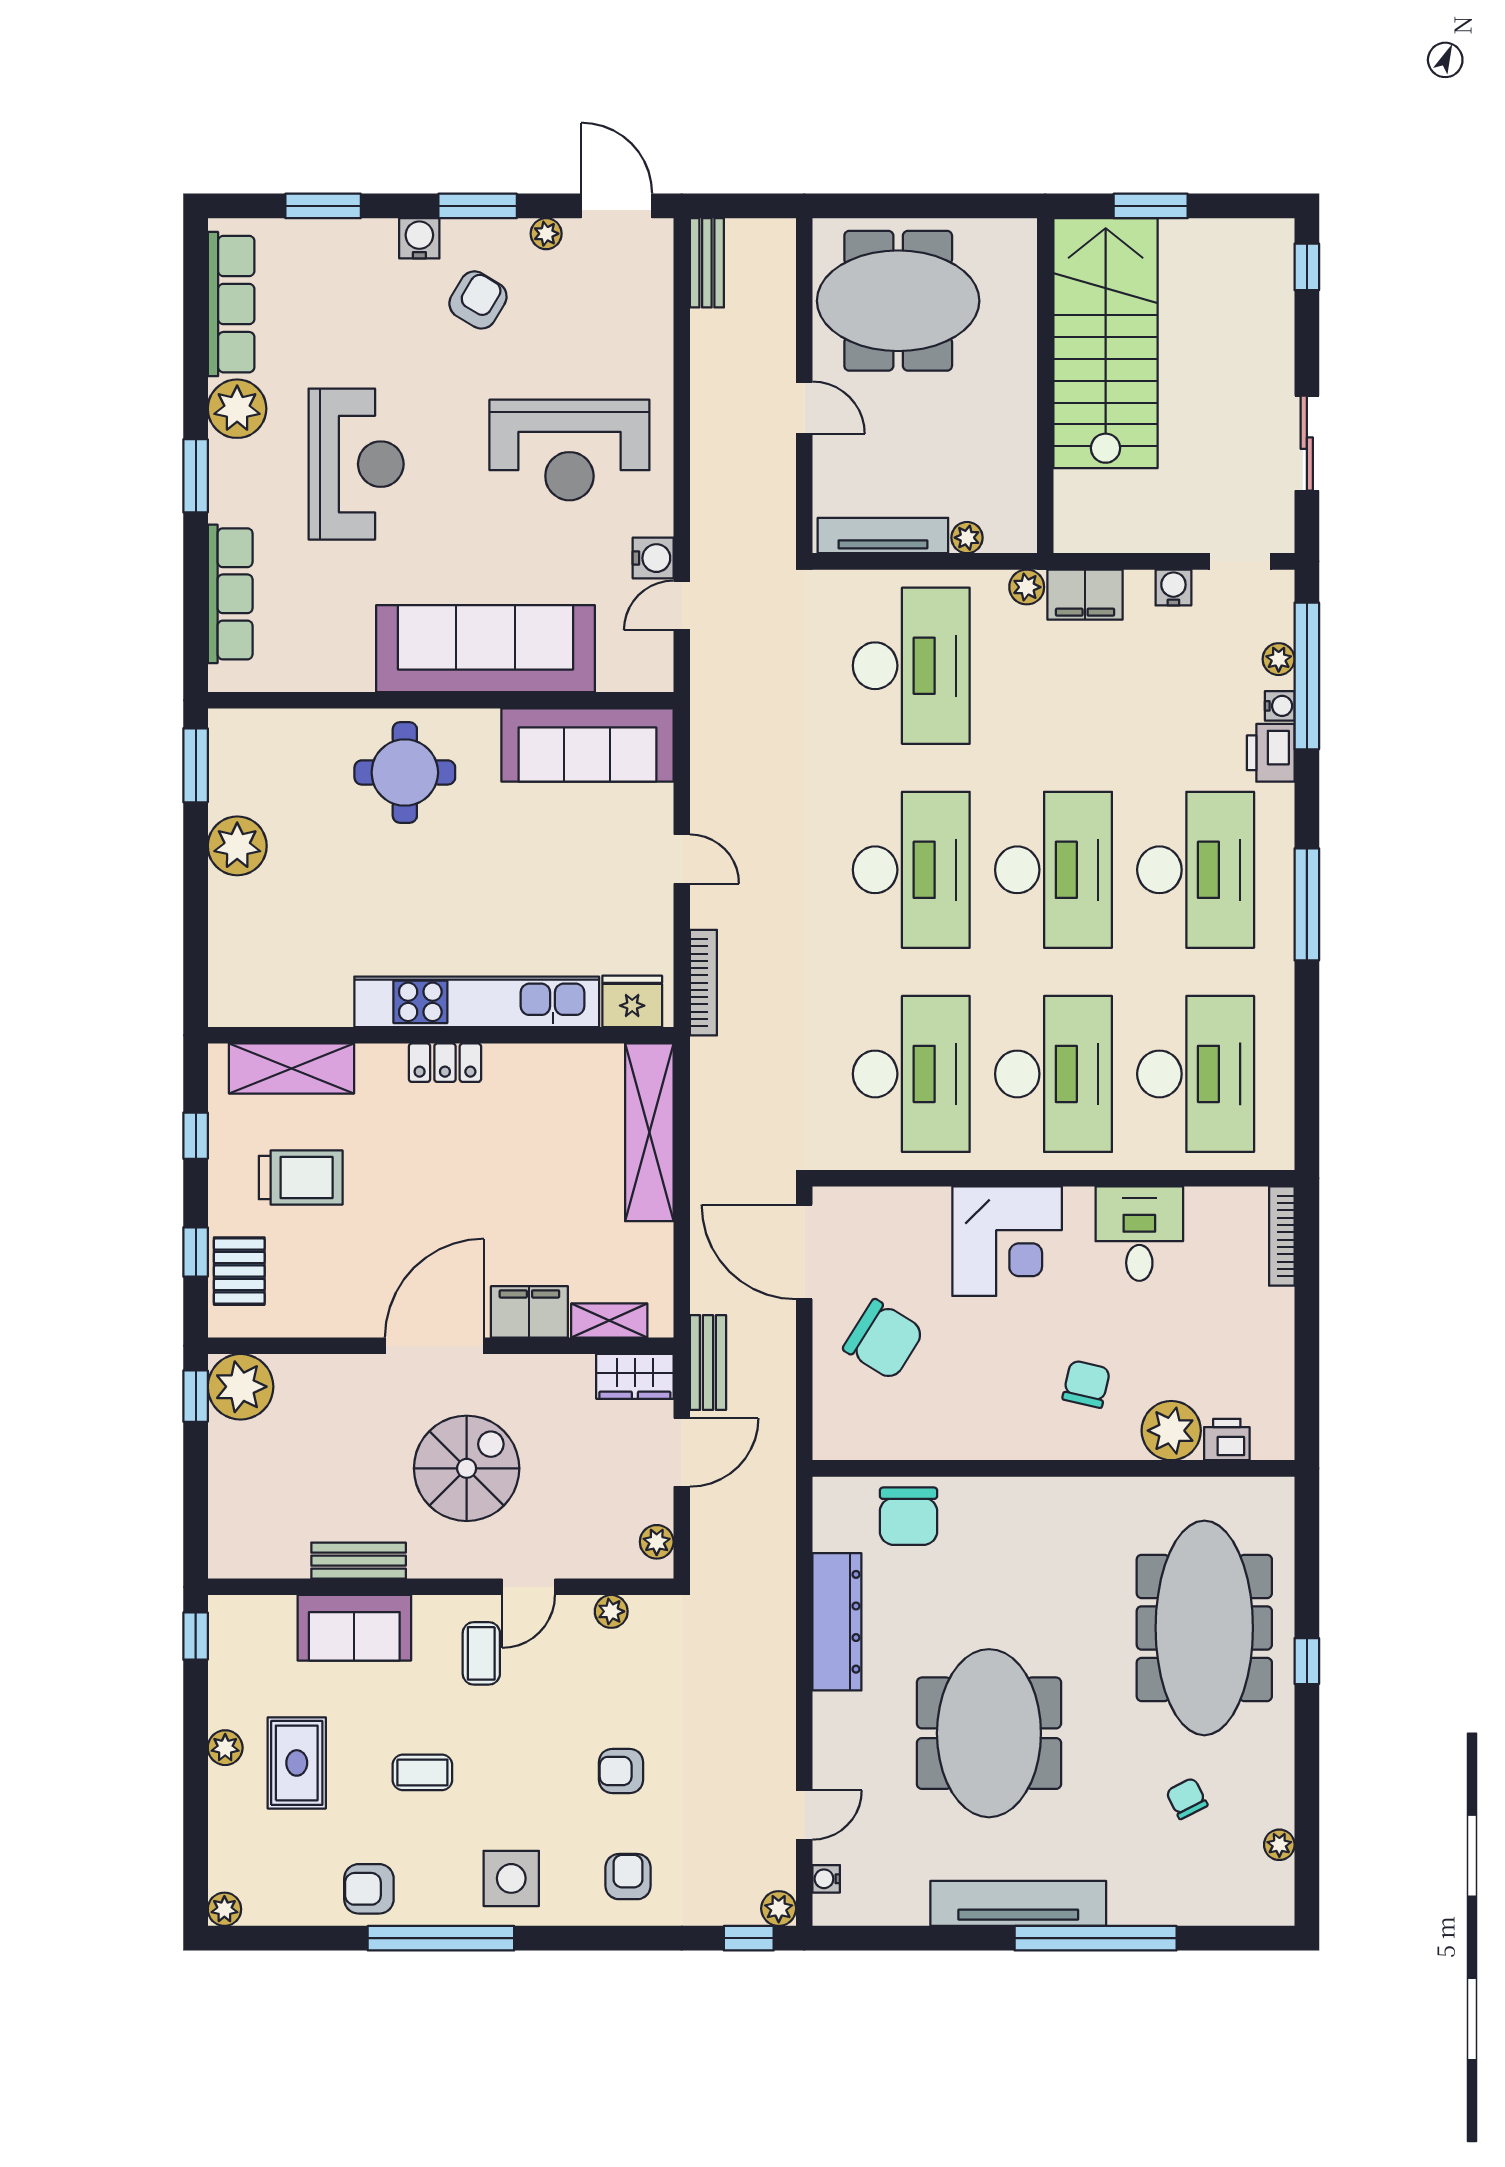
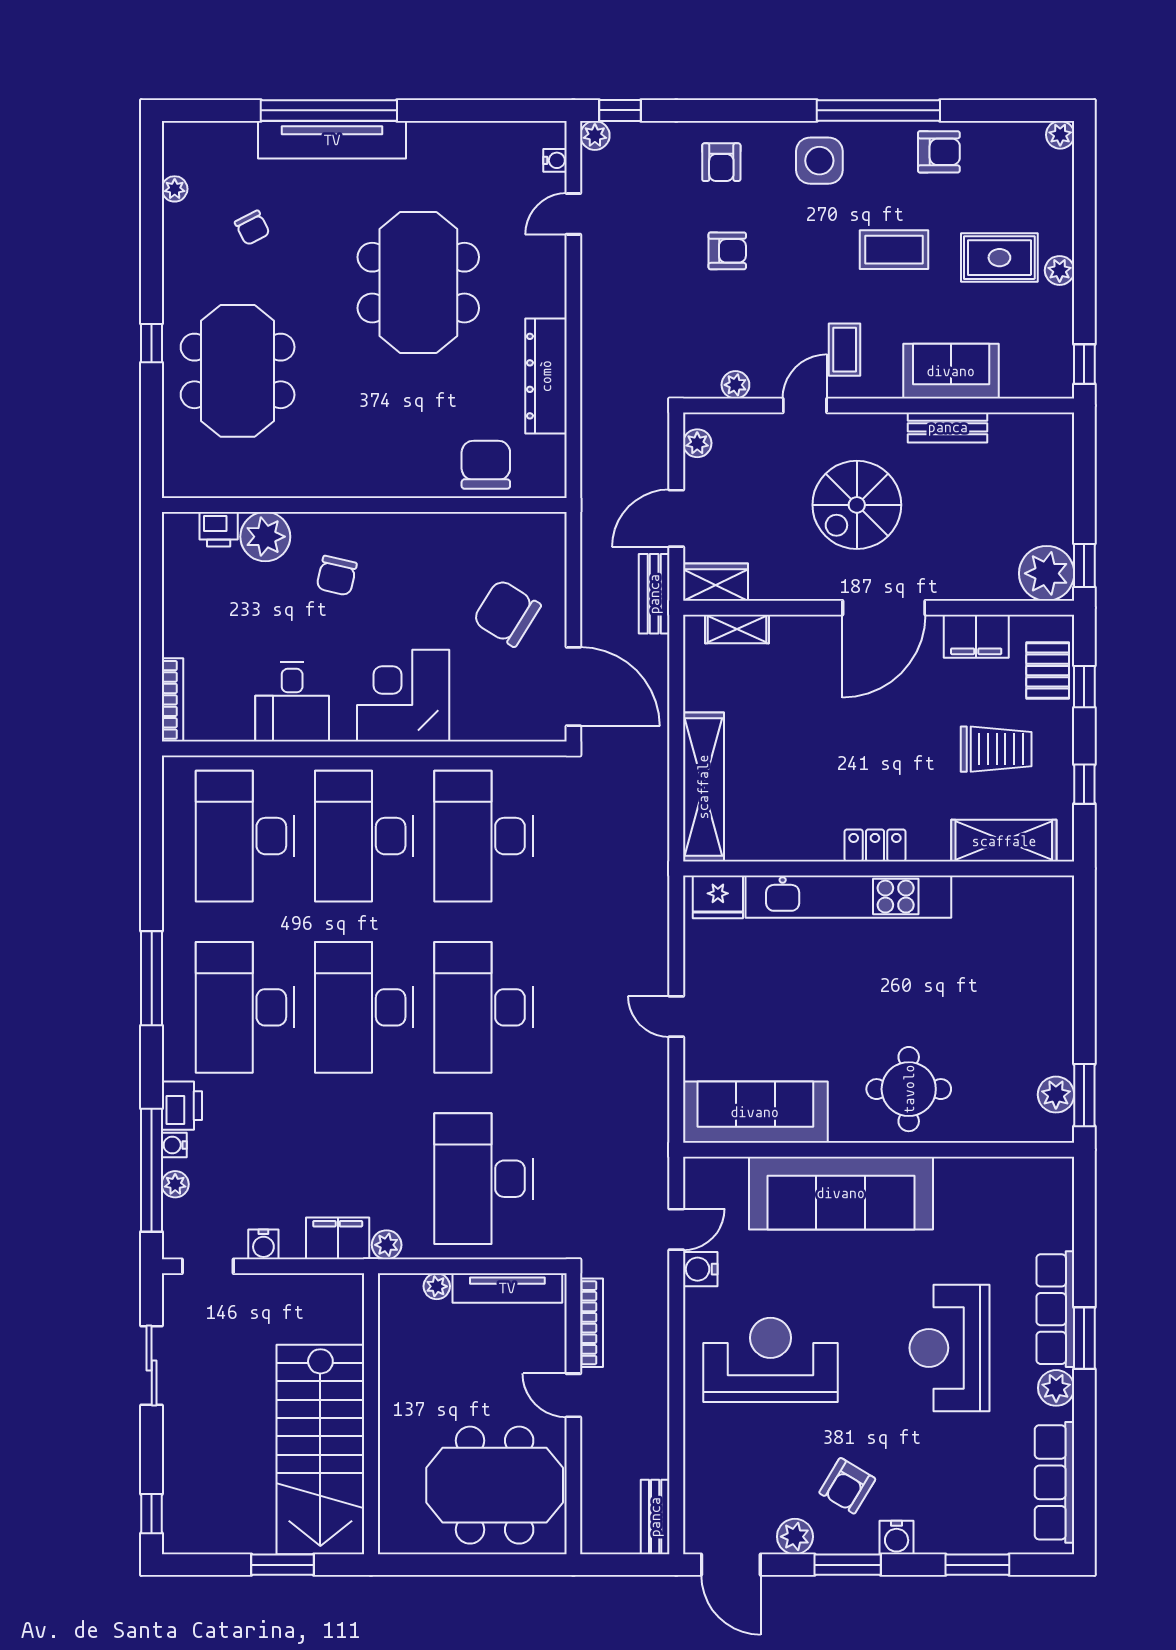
plant: (546, 234) -> (795, 1537), width x1.38, depth x1.38
plant: (237, 409) -> (1056, 1388), width x0.73, depth x0.73
row of seats: (230, 594) -> (1055, 1309), moved
plant: (237, 846) -> (1056, 1095), moved, width x0.73, depth x0.73
bookcase: (703, 983) -> (592, 1323), moved, turned 180
trolley: (301, 1178) -> (996, 749), turned 180
filing cabinet: (529, 1312) -> (976, 636), moved
meeting table: (1204, 1628) -> (238, 371), width x0.73
rug: (297, 1763) -> (999, 258), turned 90
coffee table: (422, 1772) -> (894, 250), width x1.36, depth x1.30
tv unit: (1018, 1903) -> (332, 140), moved

